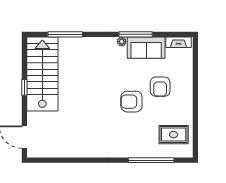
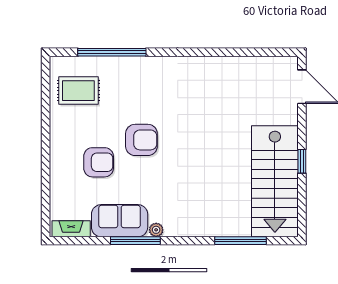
armchair: (160, 87) -> (99, 162), turned 90

